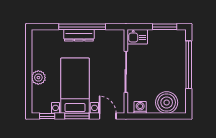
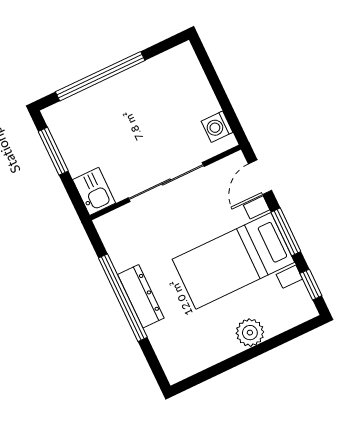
boiler: (167, 102) -> (186, 84), removed

